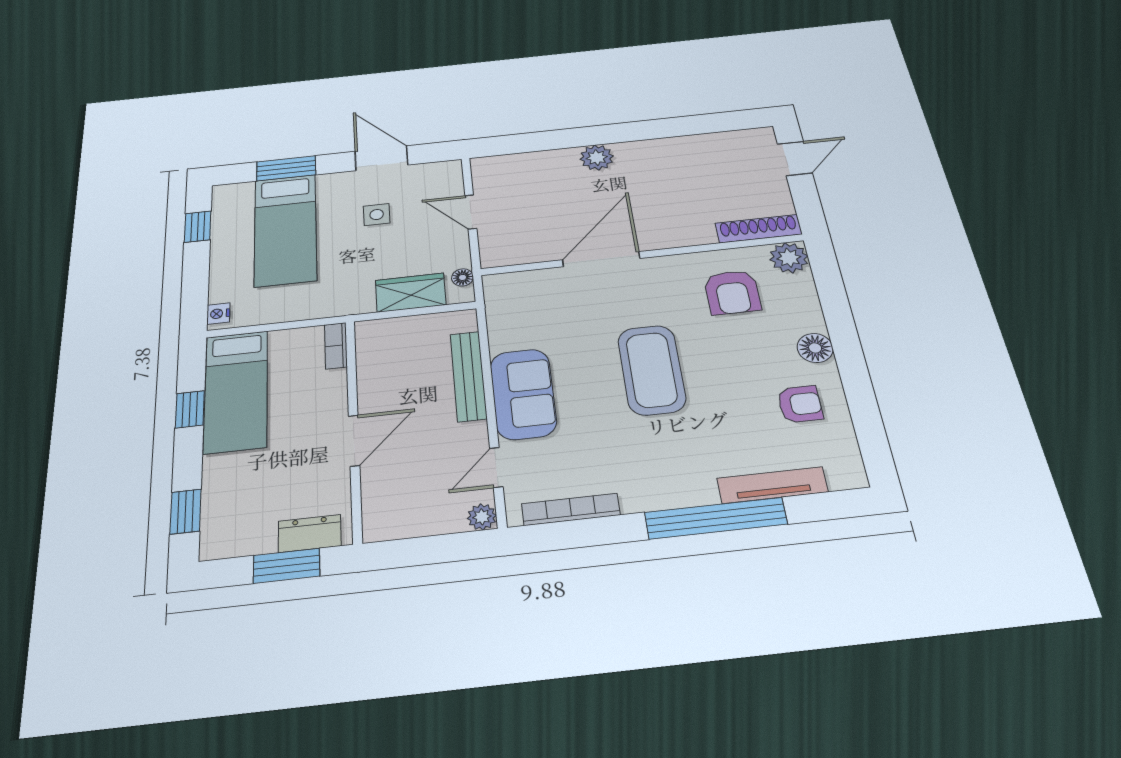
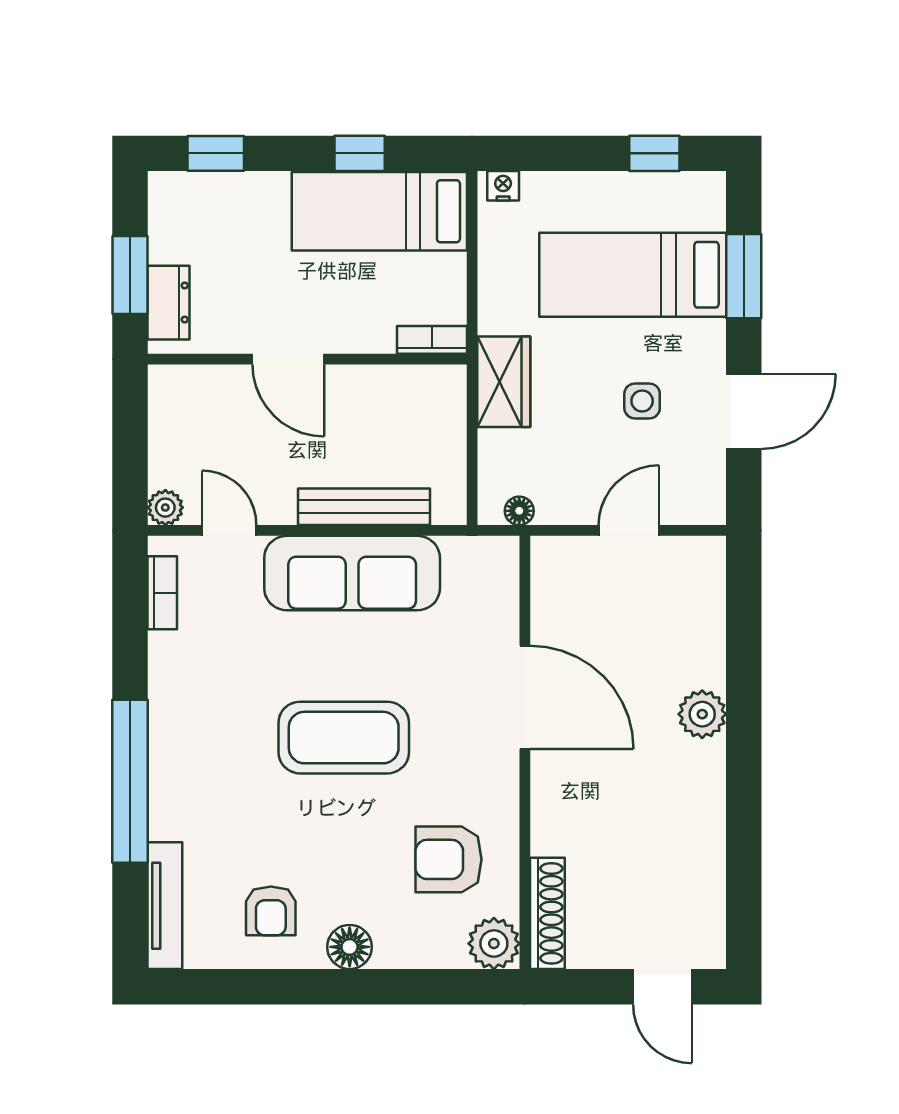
wardrobe: (411, 293) -> (504, 382), moved
sofa: (523, 394) -> (352, 573), width x1.36
tv unit: (772, 485) -> (165, 906), moved
bookcase: (571, 509) -> (162, 593), width x0.64

